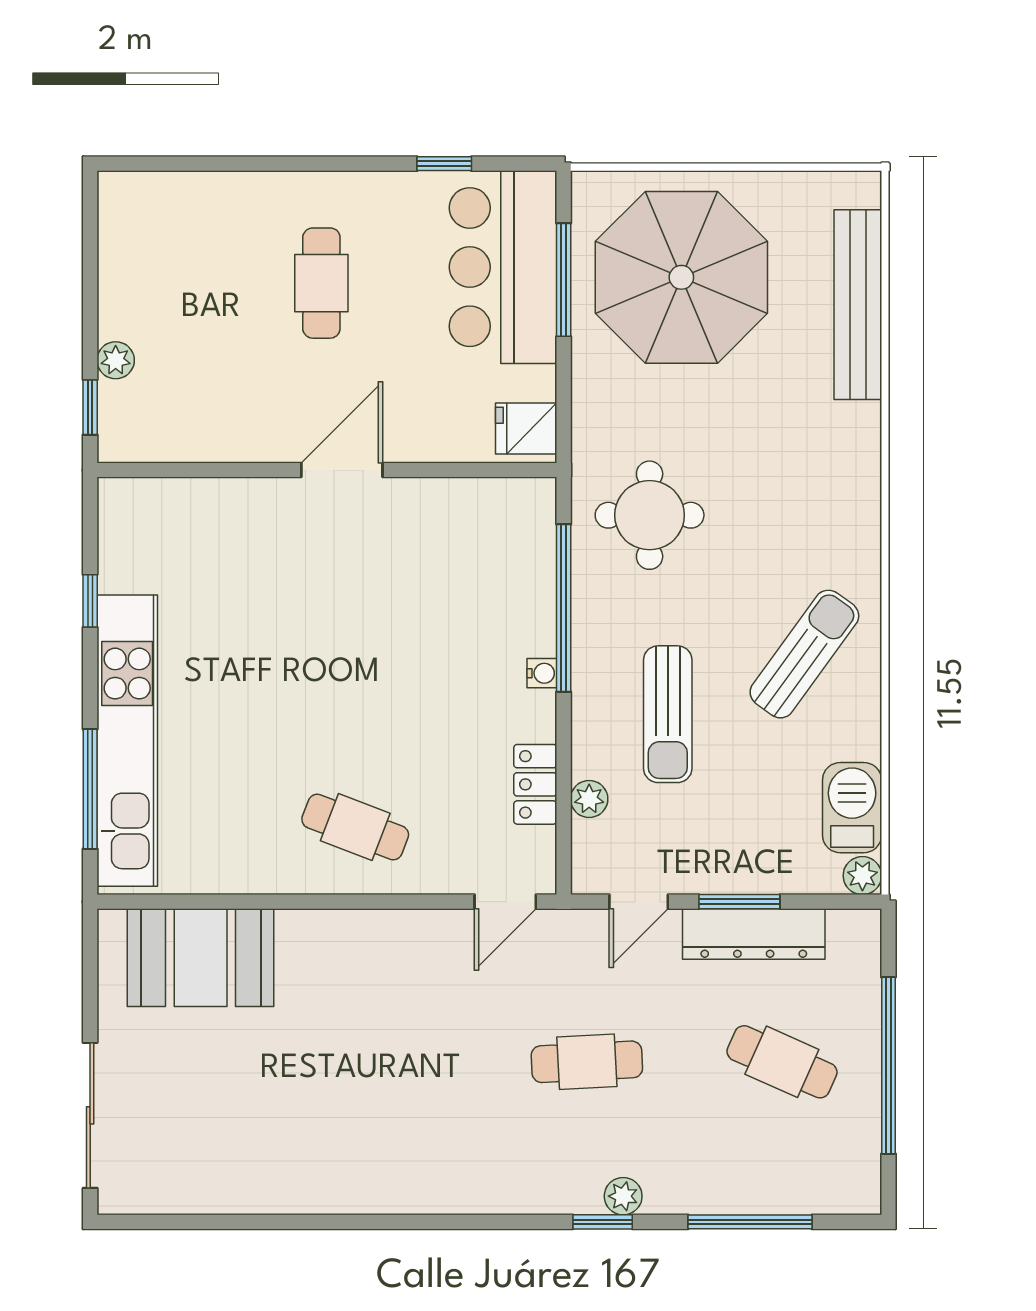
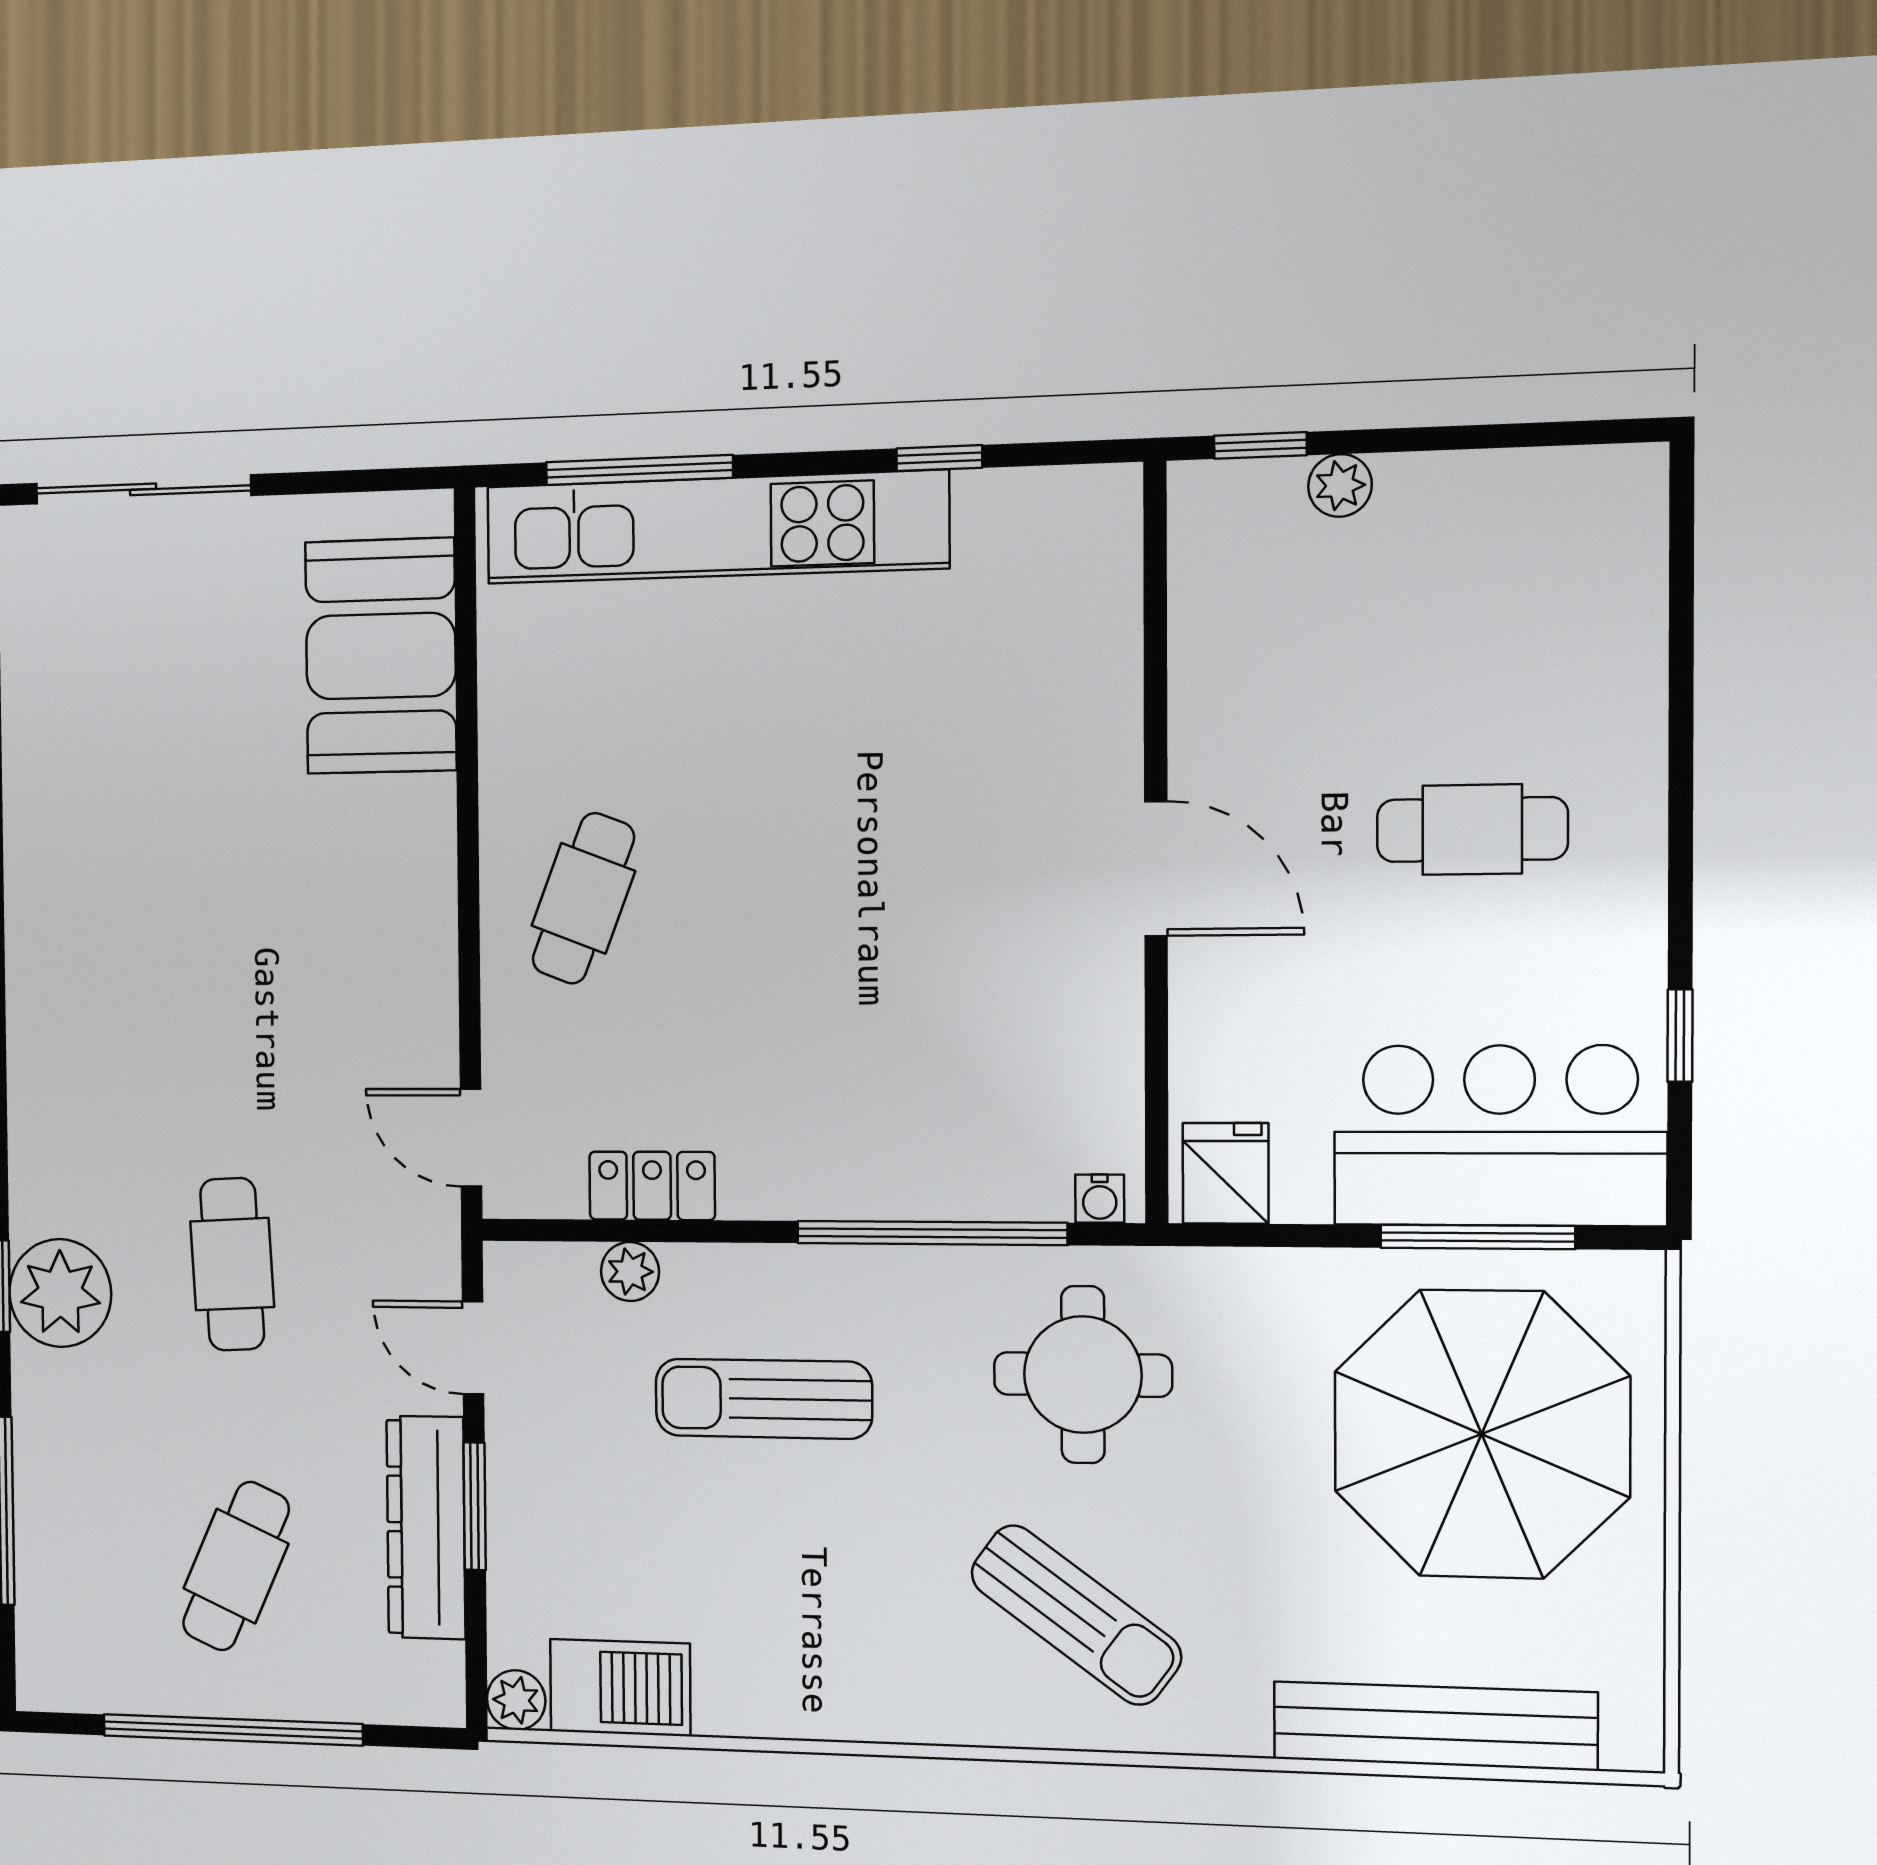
sun lounger: (804, 654) -> (1076, 1615), moved
water cooler: (542, 673) -> (1100, 1199), moved
plant: (623, 1196) -> (60, 1293), width x1.88, depth x1.88

